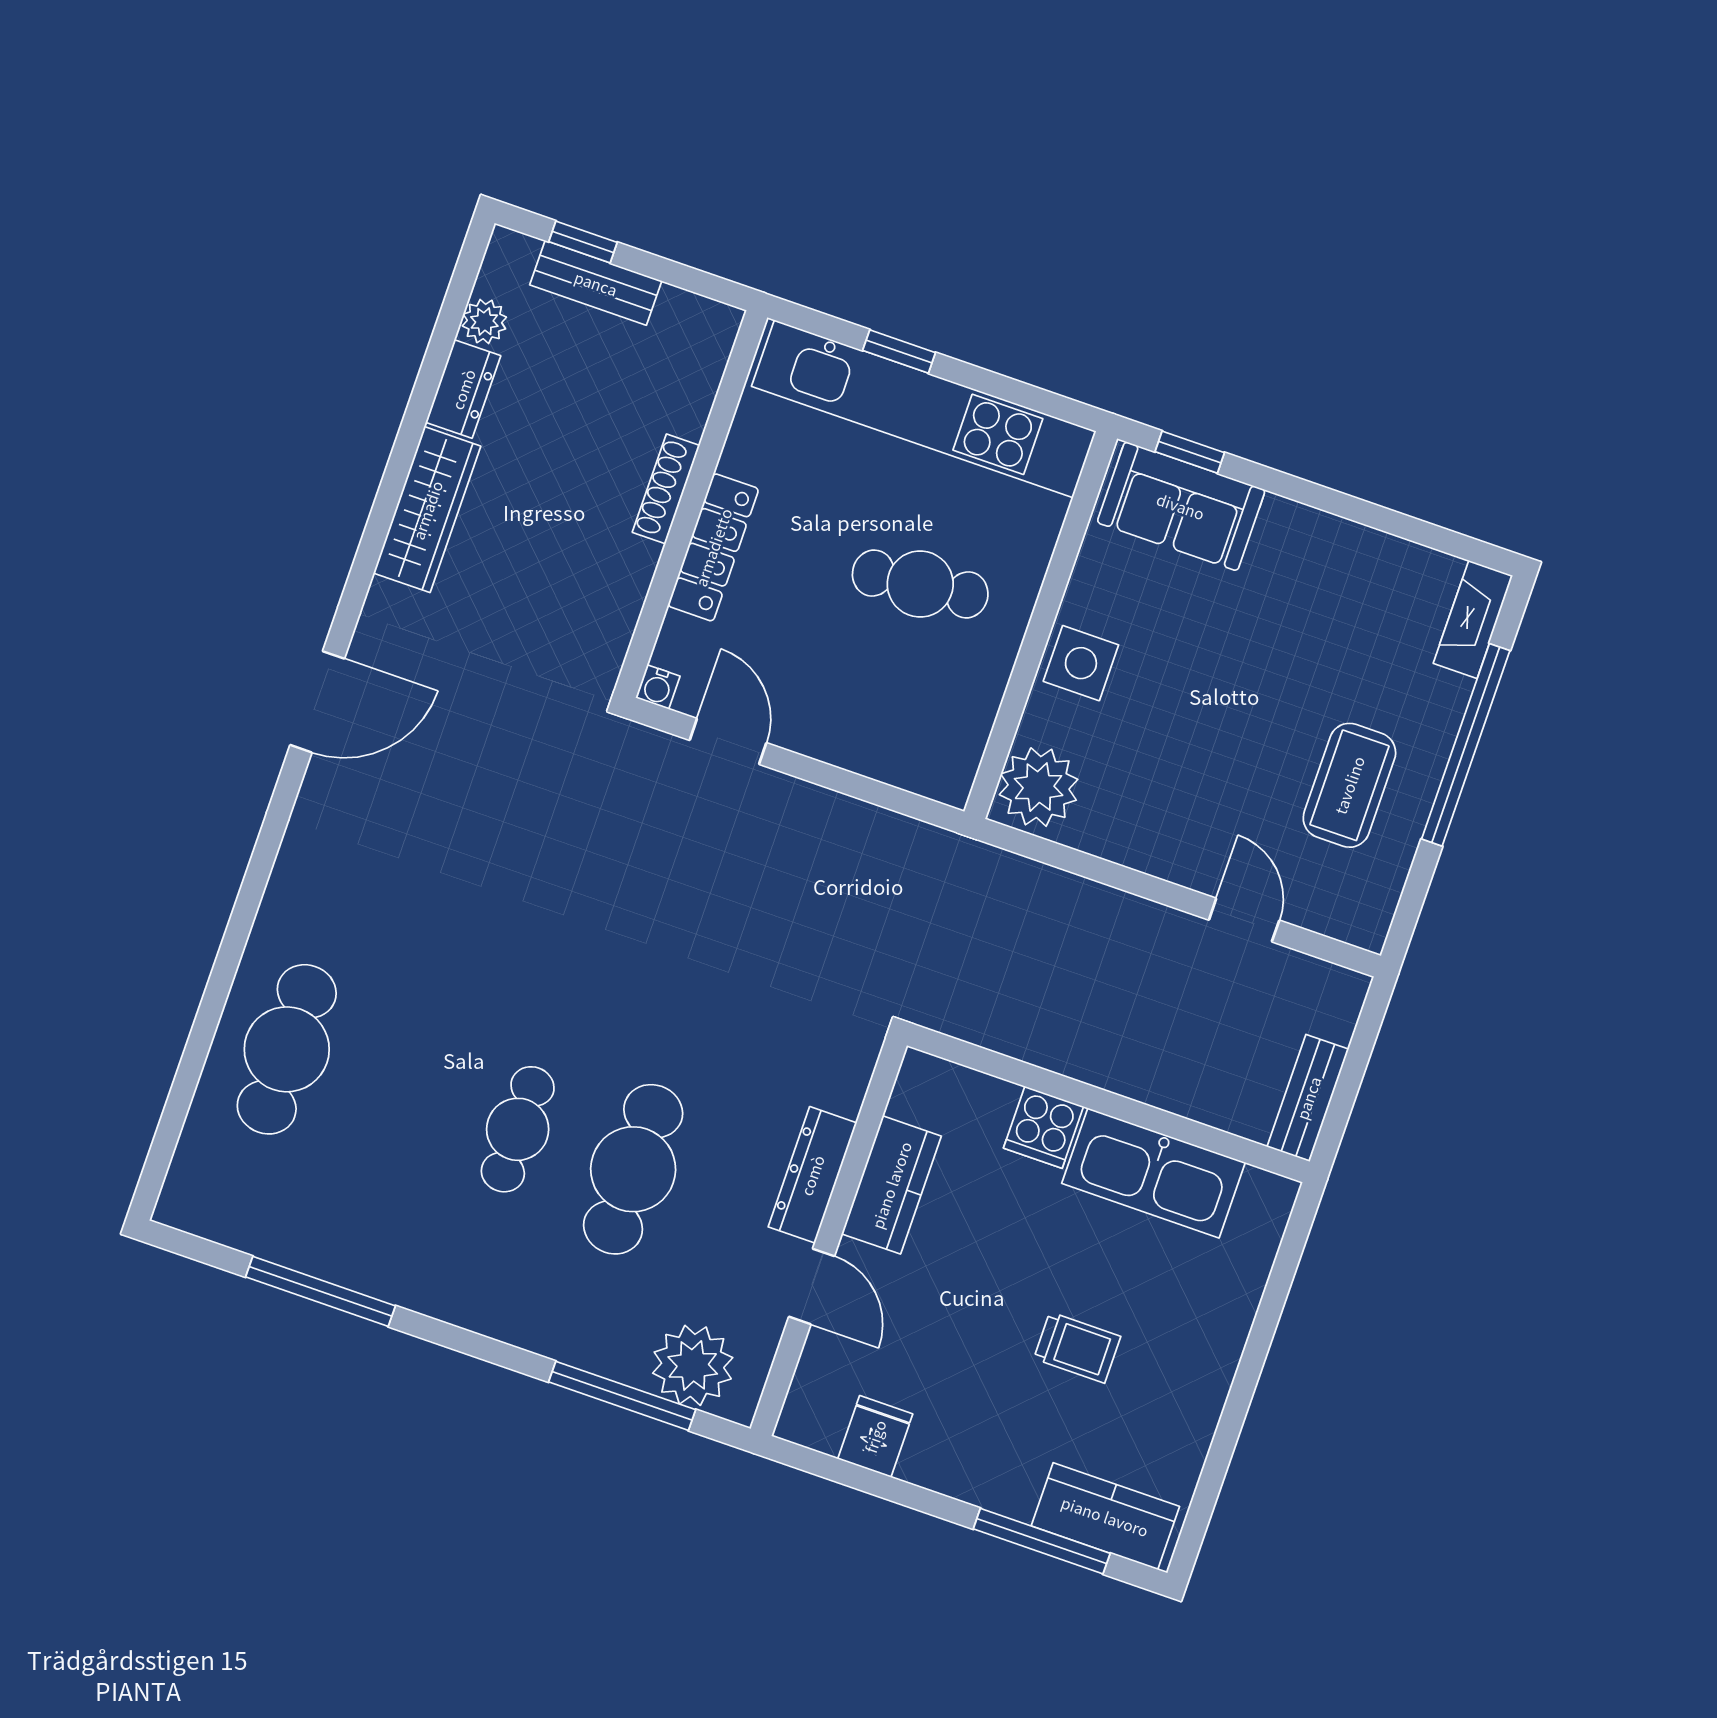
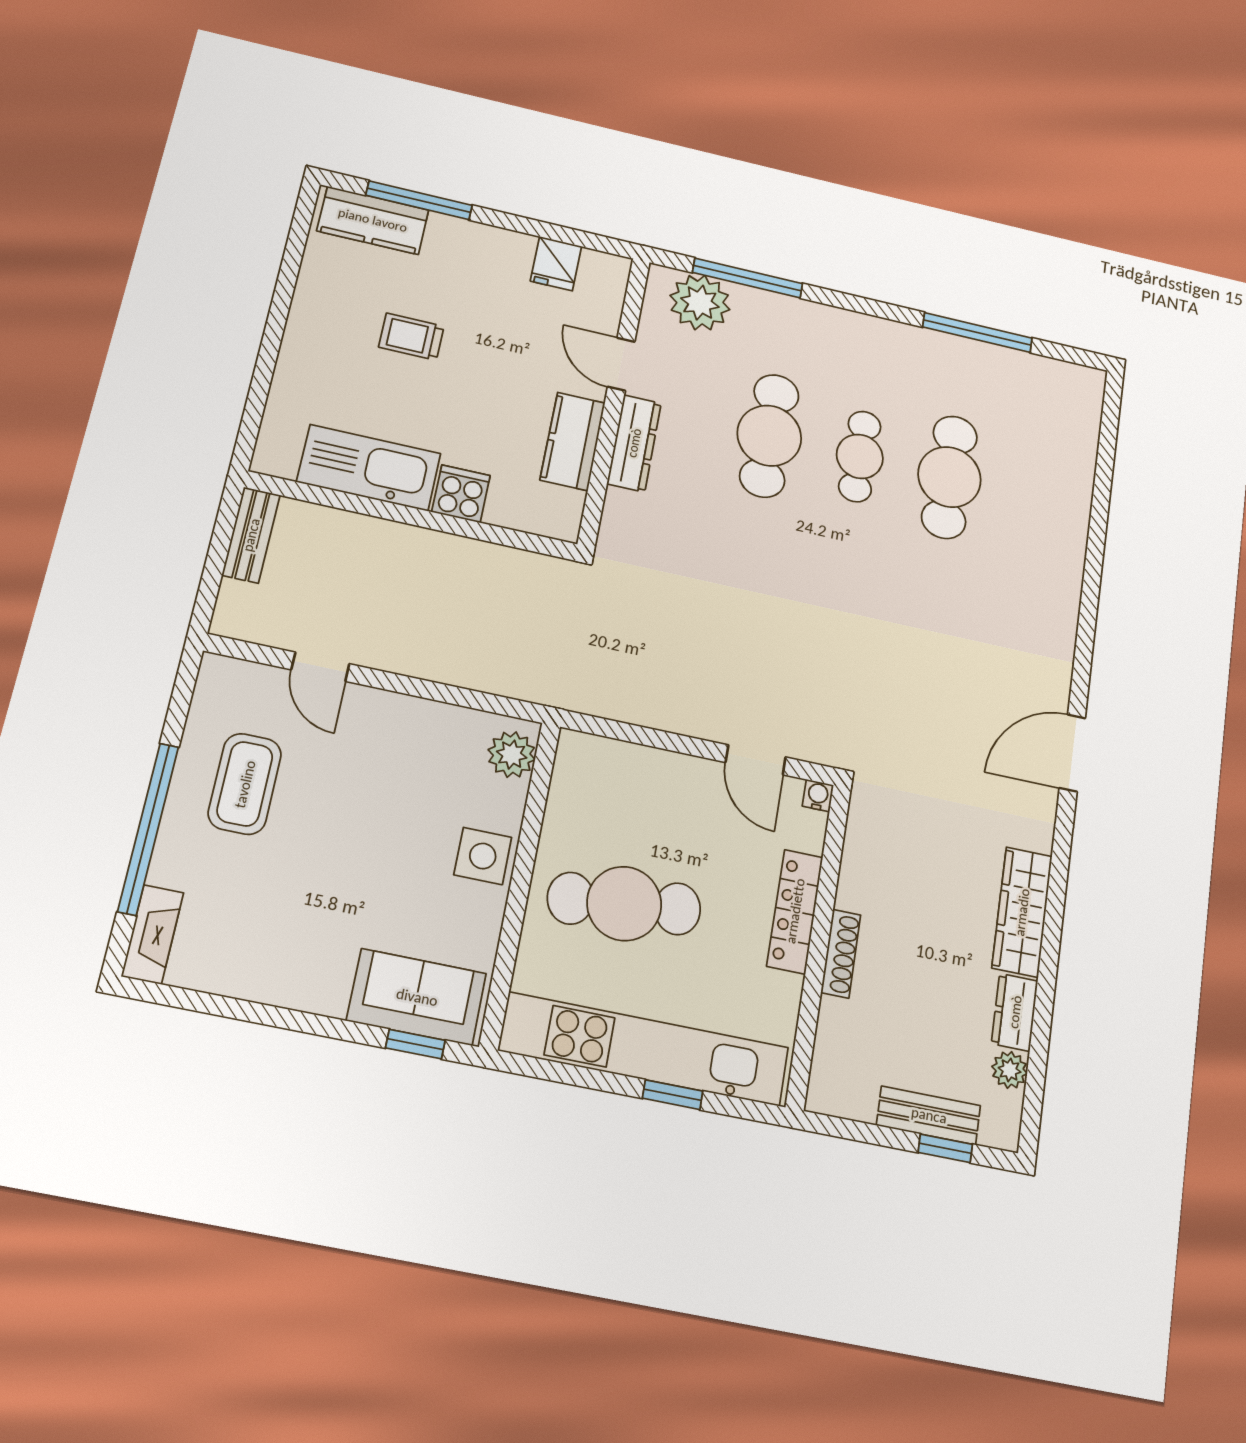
cafe table: (920, 584) -> (624, 904), width x1.37, depth x1.35
plant: (1039, 787) -> (512, 755), width x0.73, depth x0.73
cafe table: (287, 1049) -> (949, 477), moved

